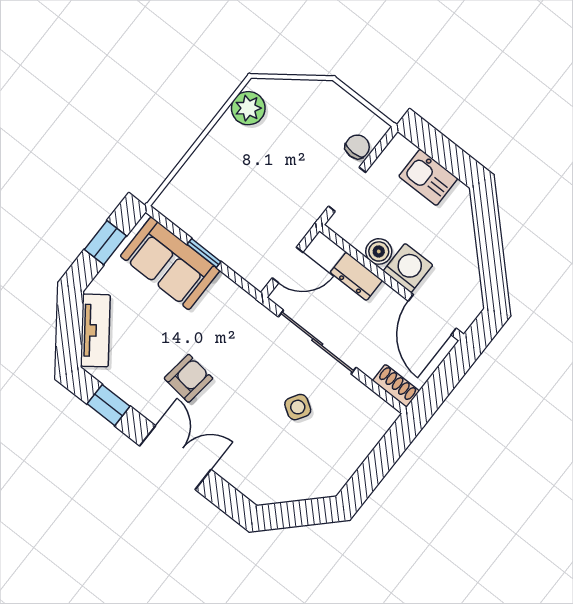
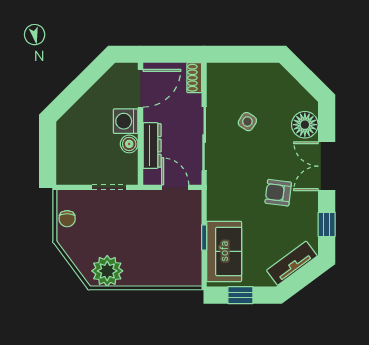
plant: (248, 108) -> (107, 271), width x1.36, depth x1.36
chair: (357, 147) -> (67, 219), moved, turned -90
kitchen sink: (428, 177) -> (68, 149), removed
dresser: (356, 276) -> (152, 145), width x1.44
floor lamp: (242, 470) -> (305, 125), added

